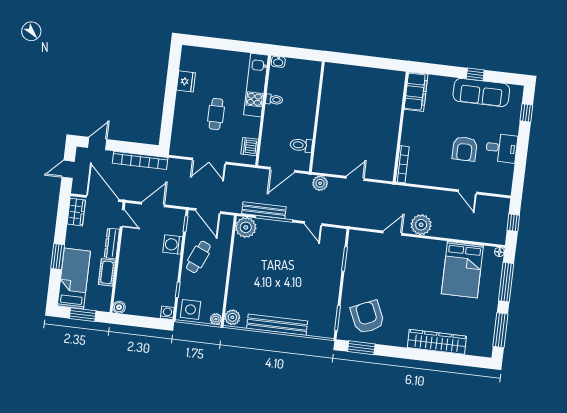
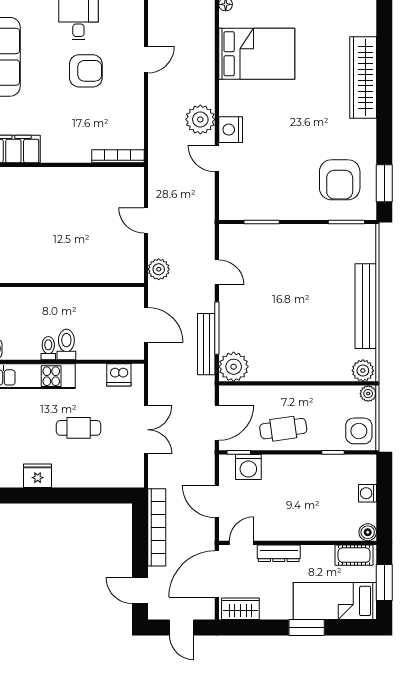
toilet: (301, 145) -> (66, 344), moved, turned 180
door: (313, 224) -> (217, 272), hinge flipped
washing machine: (173, 244) -> (248, 467), moved
nightstand: (412, 245) -> (231, 130), added
cafe table: (198, 257) -> (283, 429), turned -31
cot: (107, 272) -> (354, 555), moved
washing machine: (167, 313) -> (367, 493), moved
armchair: (367, 317) -> (340, 180), turned -66

